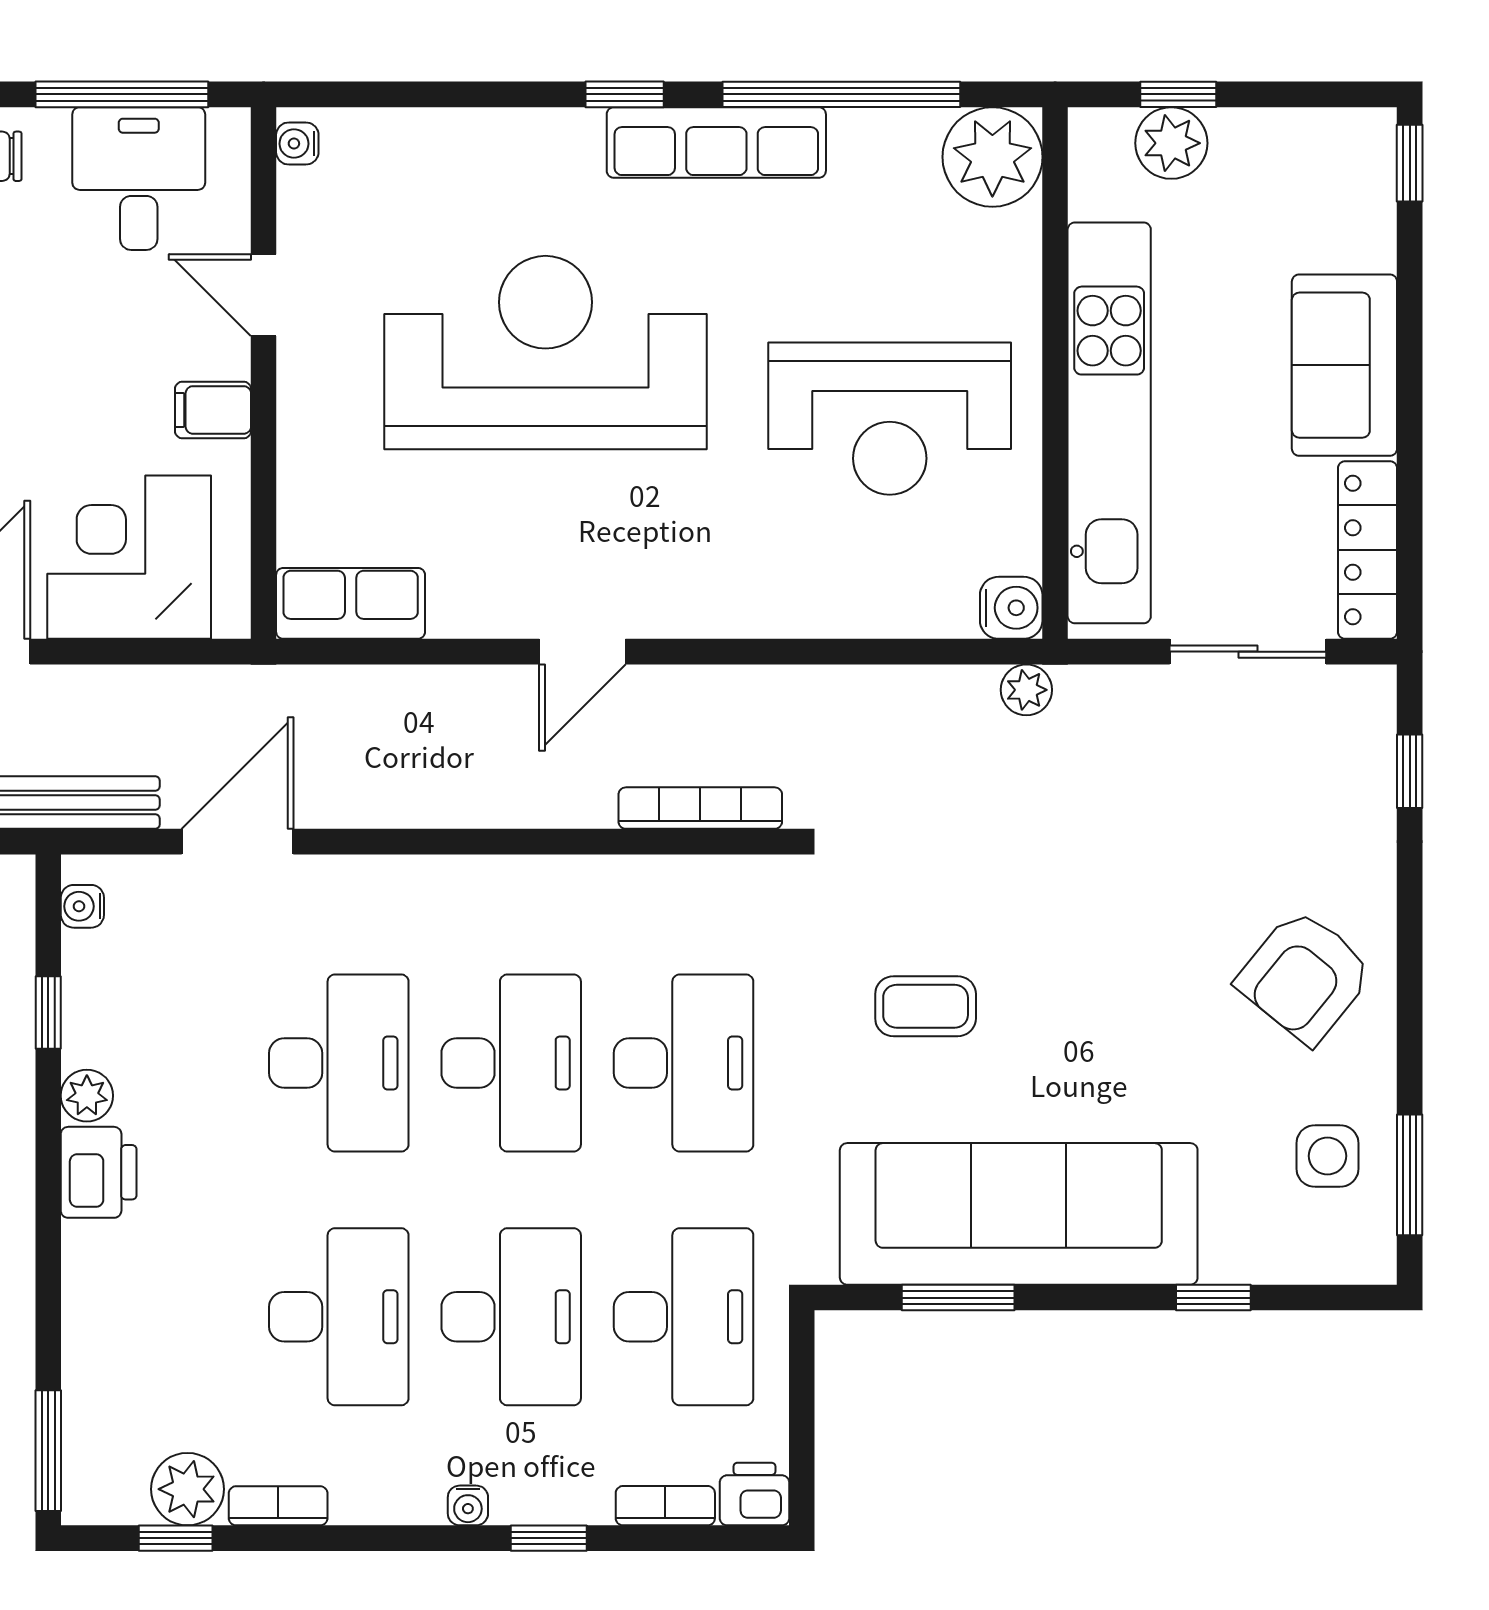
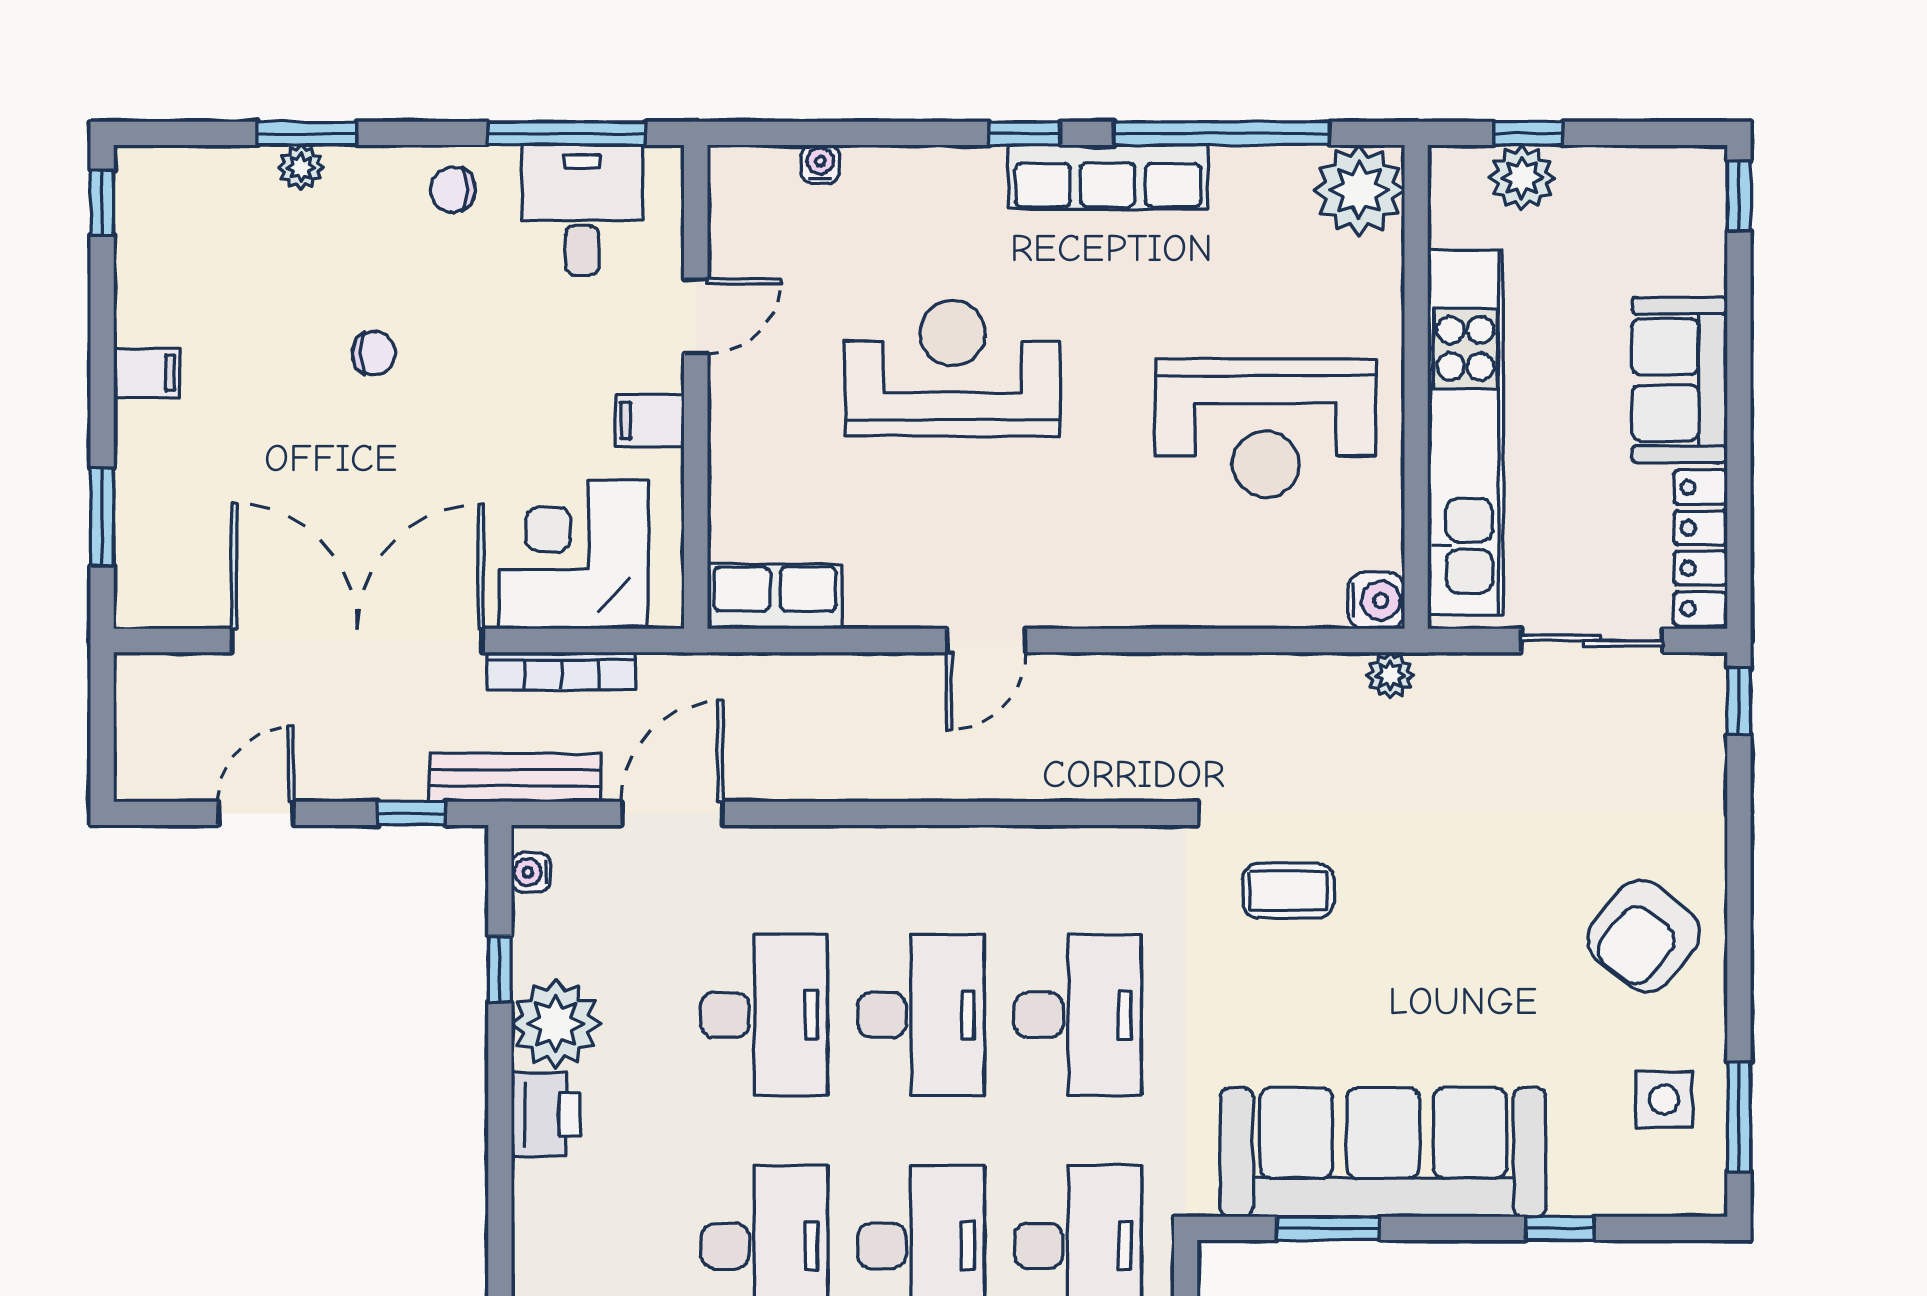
water cooler: (297, 144) -> (820, 164), moved, turned 90
door: (264, 295) -> (696, 316), swing flipped
reception desk: (545, 353) -> (952, 368), width x0.74, depth x0.77
window: (1410, 771) -> (1739, 701), moved
bookcase: (700, 808) -> (561, 671), moved, turned 180
coffee table: (926, 1006) -> (1288, 891), moved
plant: (87, 1096) -> (556, 1024), width x1.88, depth x1.88

